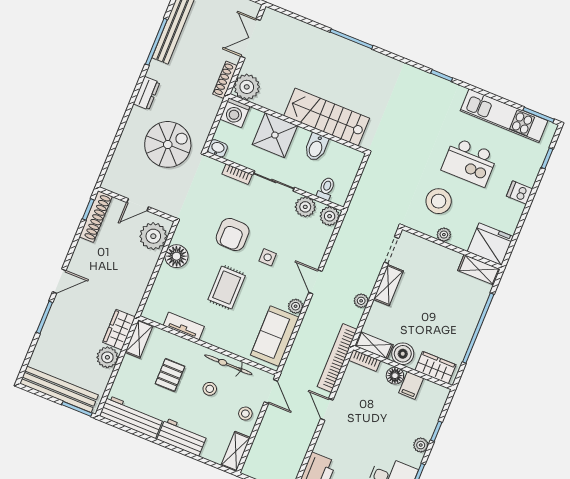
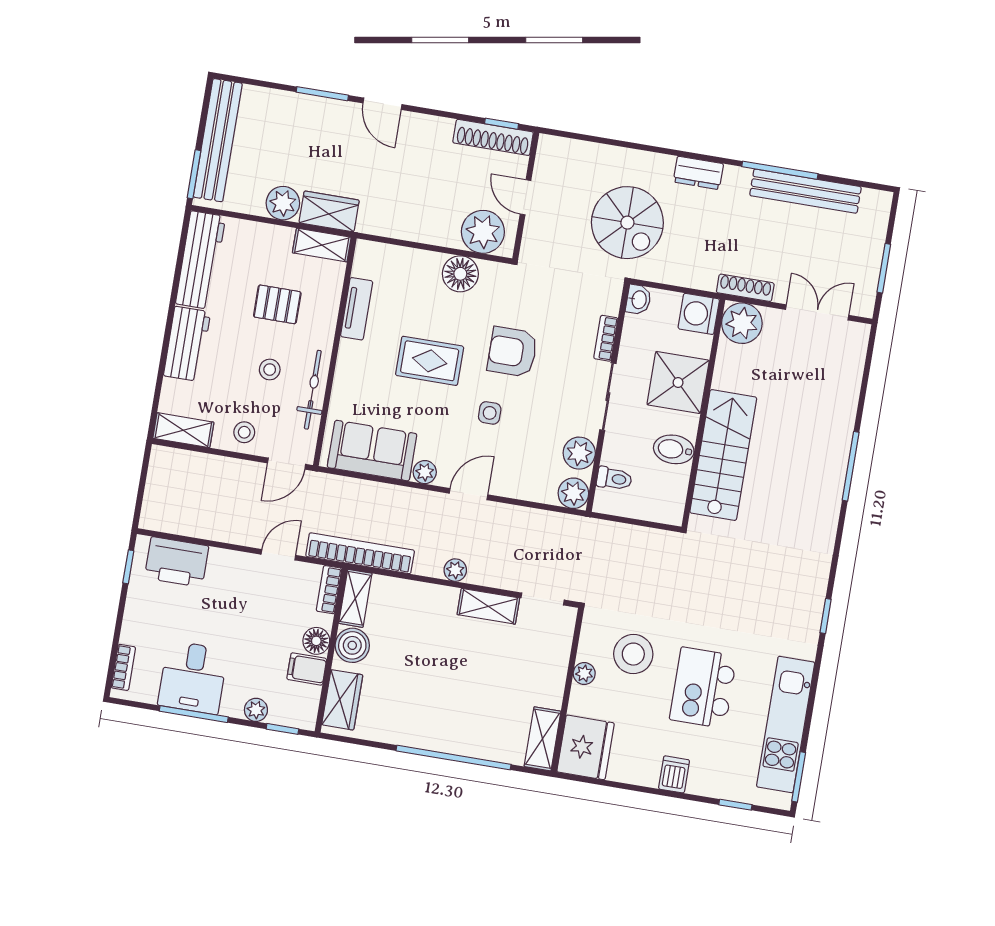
shelving: (374, 345) -> (355, 598), moved
boiler: (403, 354) -> (352, 645), moved
bookcase: (365, 360) -> (329, 590), moved
wall: (403, 368) -> (331, 650), moved
wardrobe: (435, 368) -> (342, 700), moved
floor lamp: (395, 376) -> (316, 641), moved
filing cabinet: (411, 386) -> (307, 669), moved

